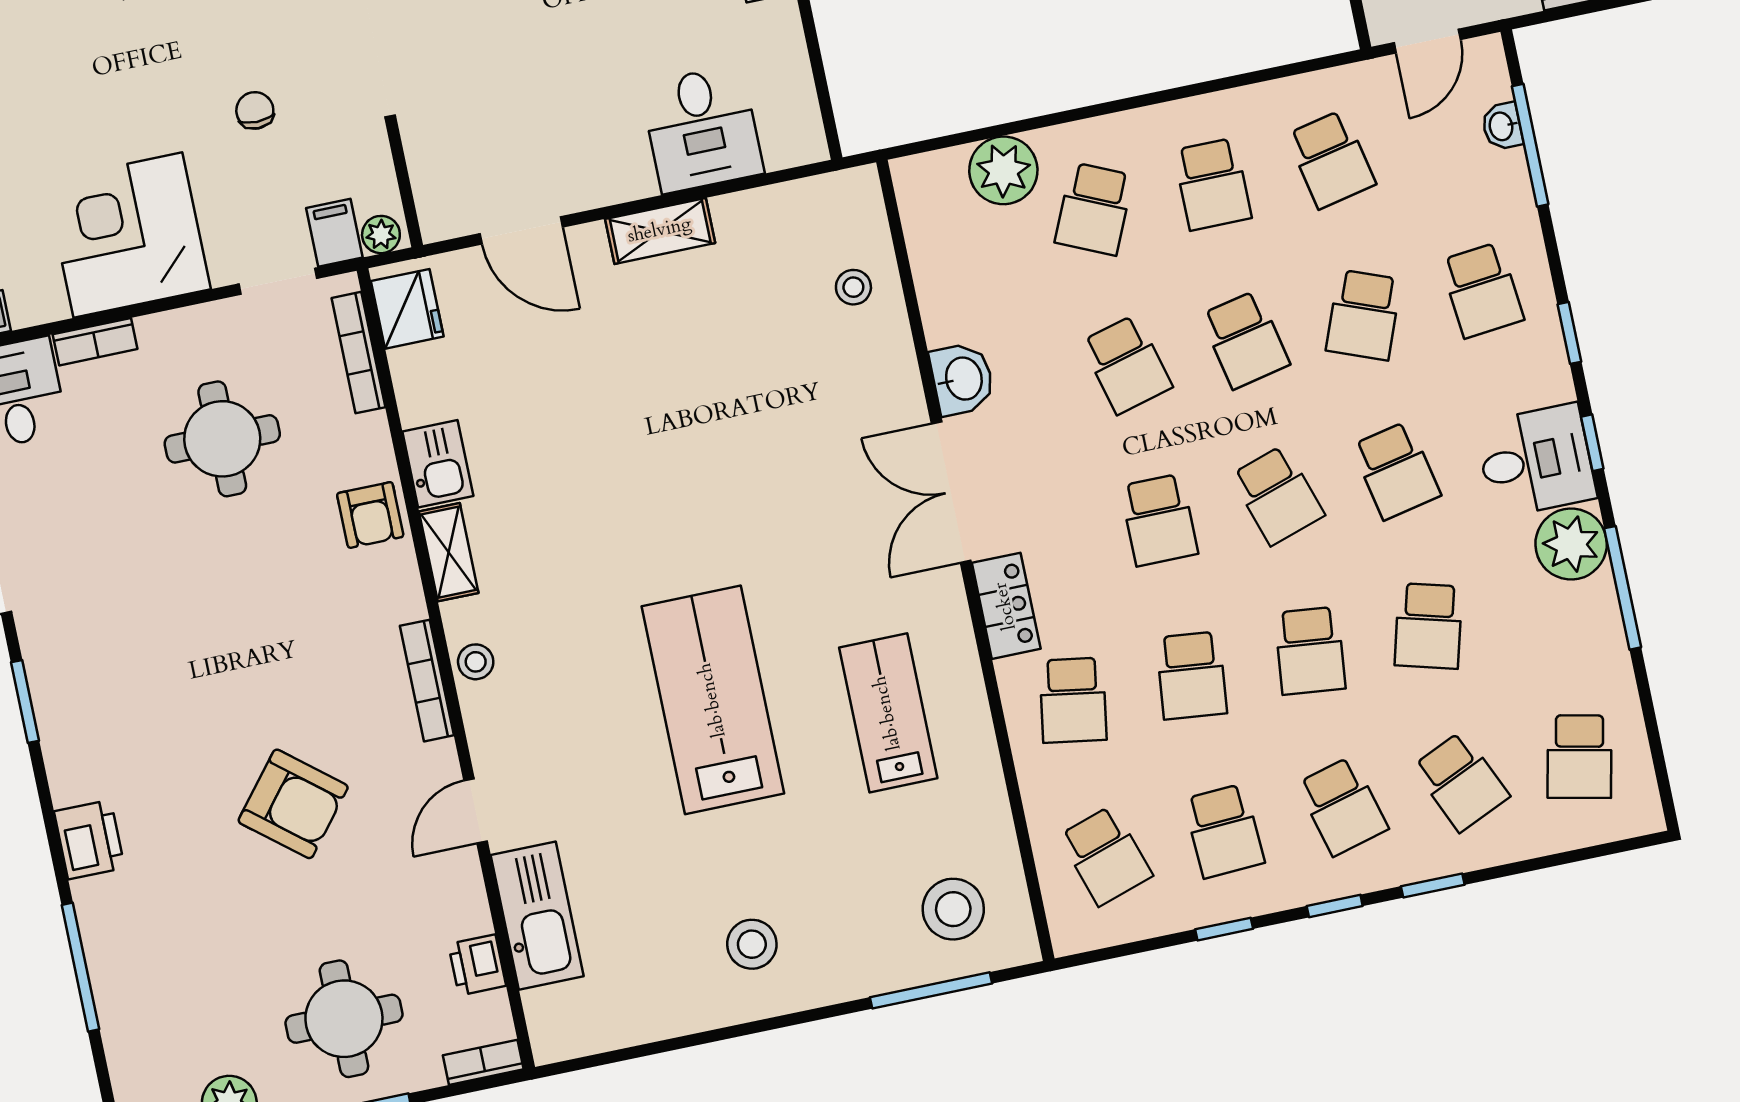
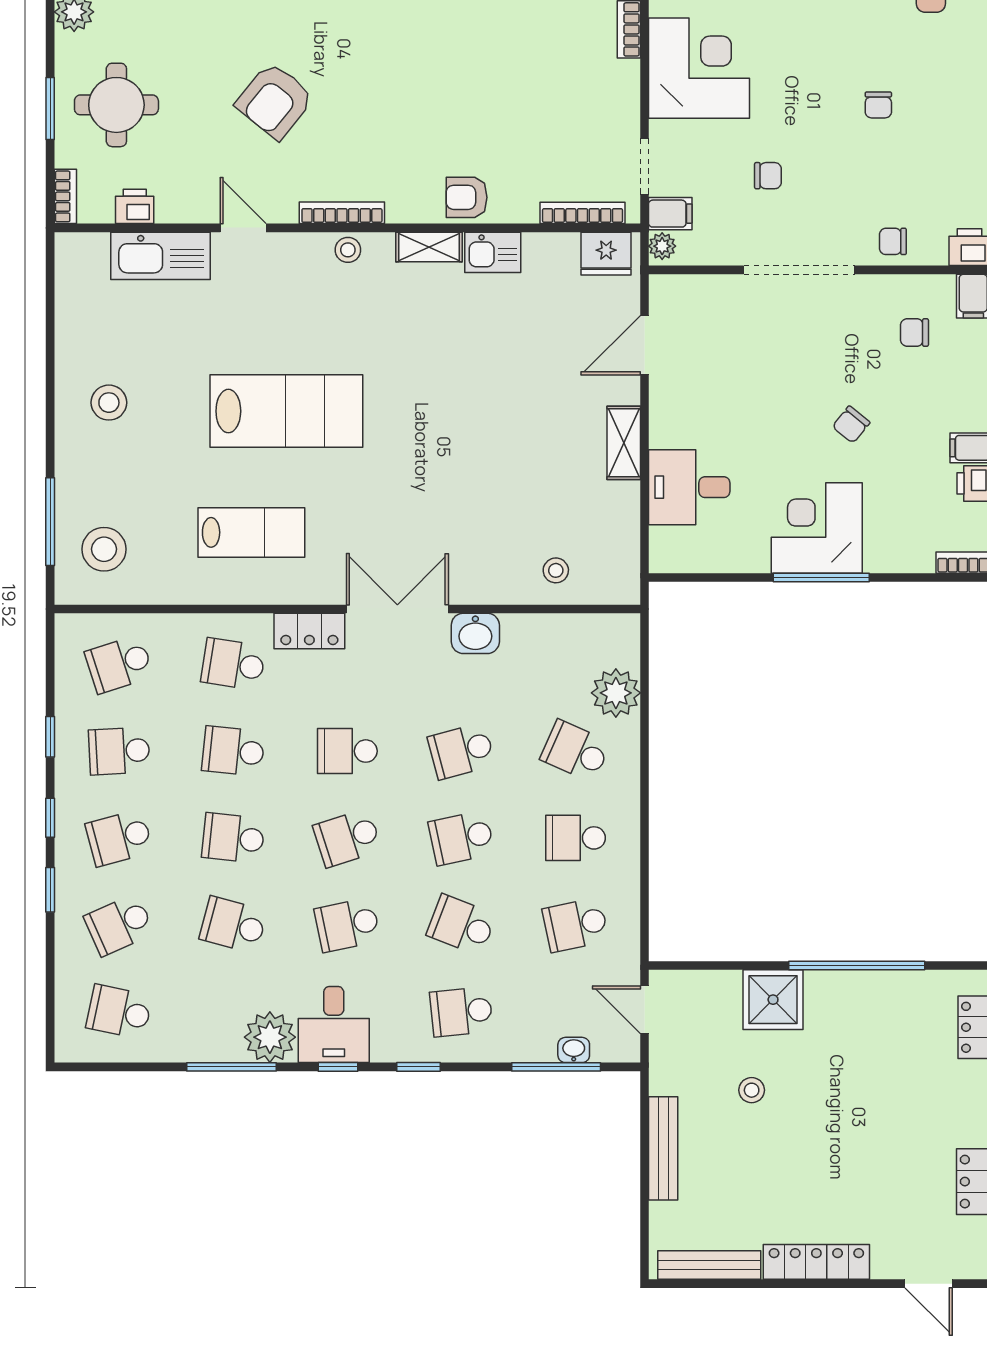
round table: (222, 439) -> (542, 105), removed

